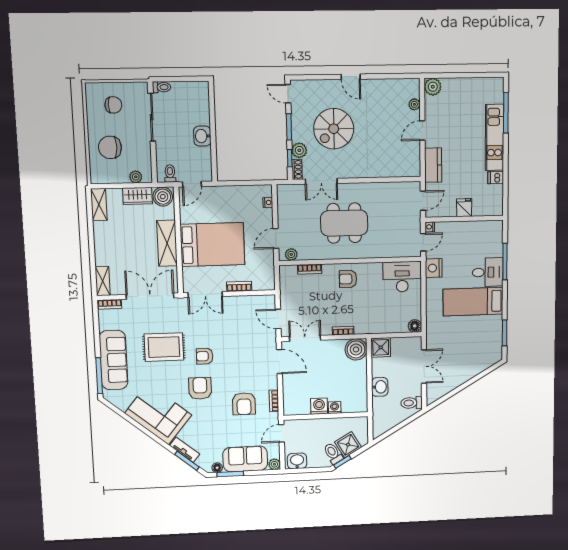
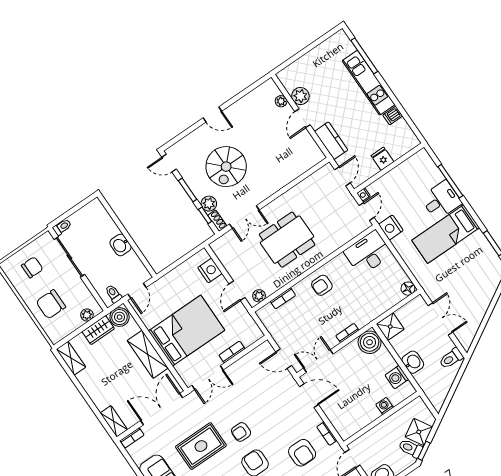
plant: (433, 87) -> (300, 96), moved
nightstand: (268, 203) -> (210, 270), width x1.89, depth x1.79
washing machine: (319, 406) -> (397, 377), moved, turned -90

